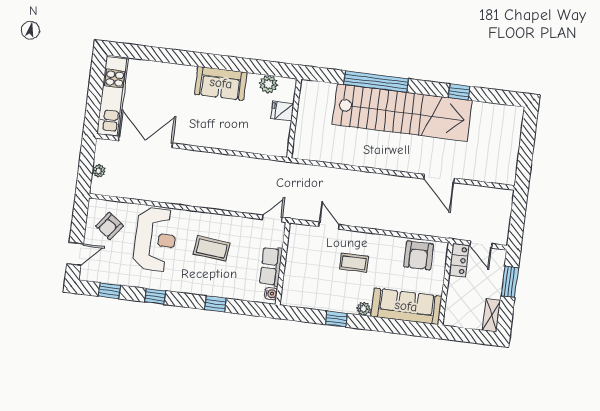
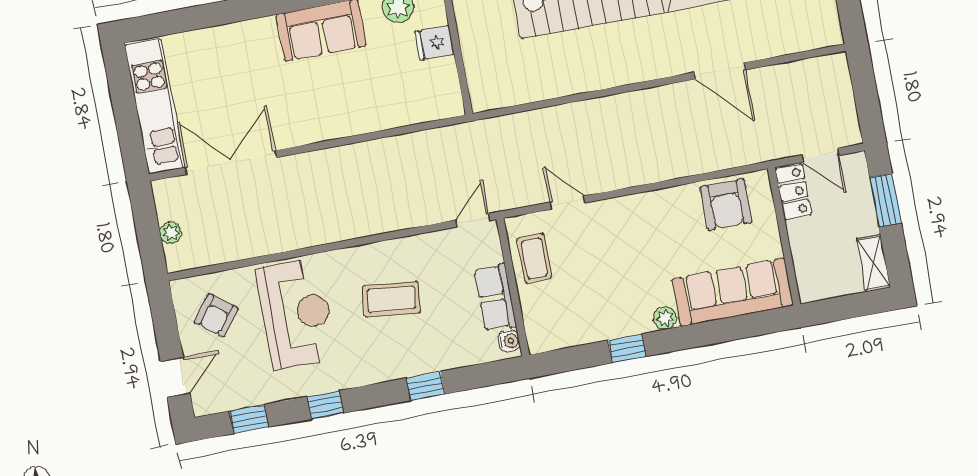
coffee table: (354, 263) -> (534, 258), moved, turned 90

